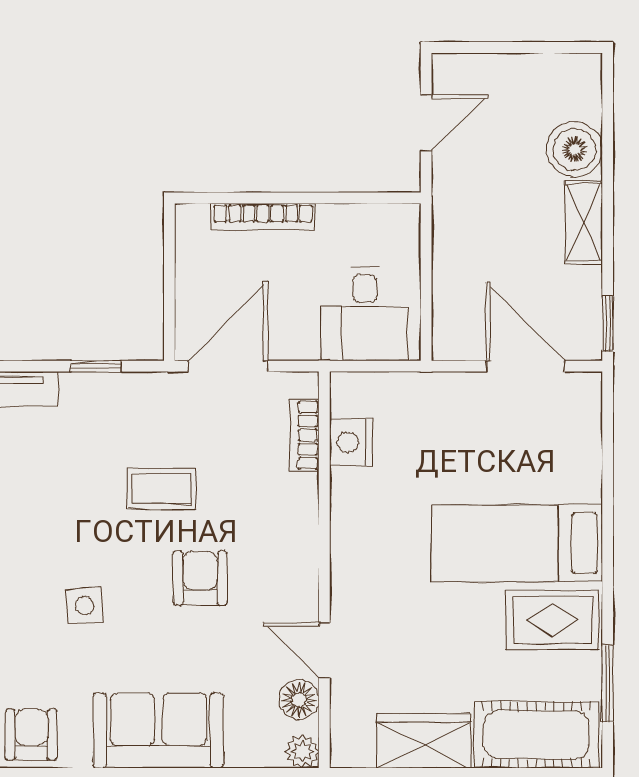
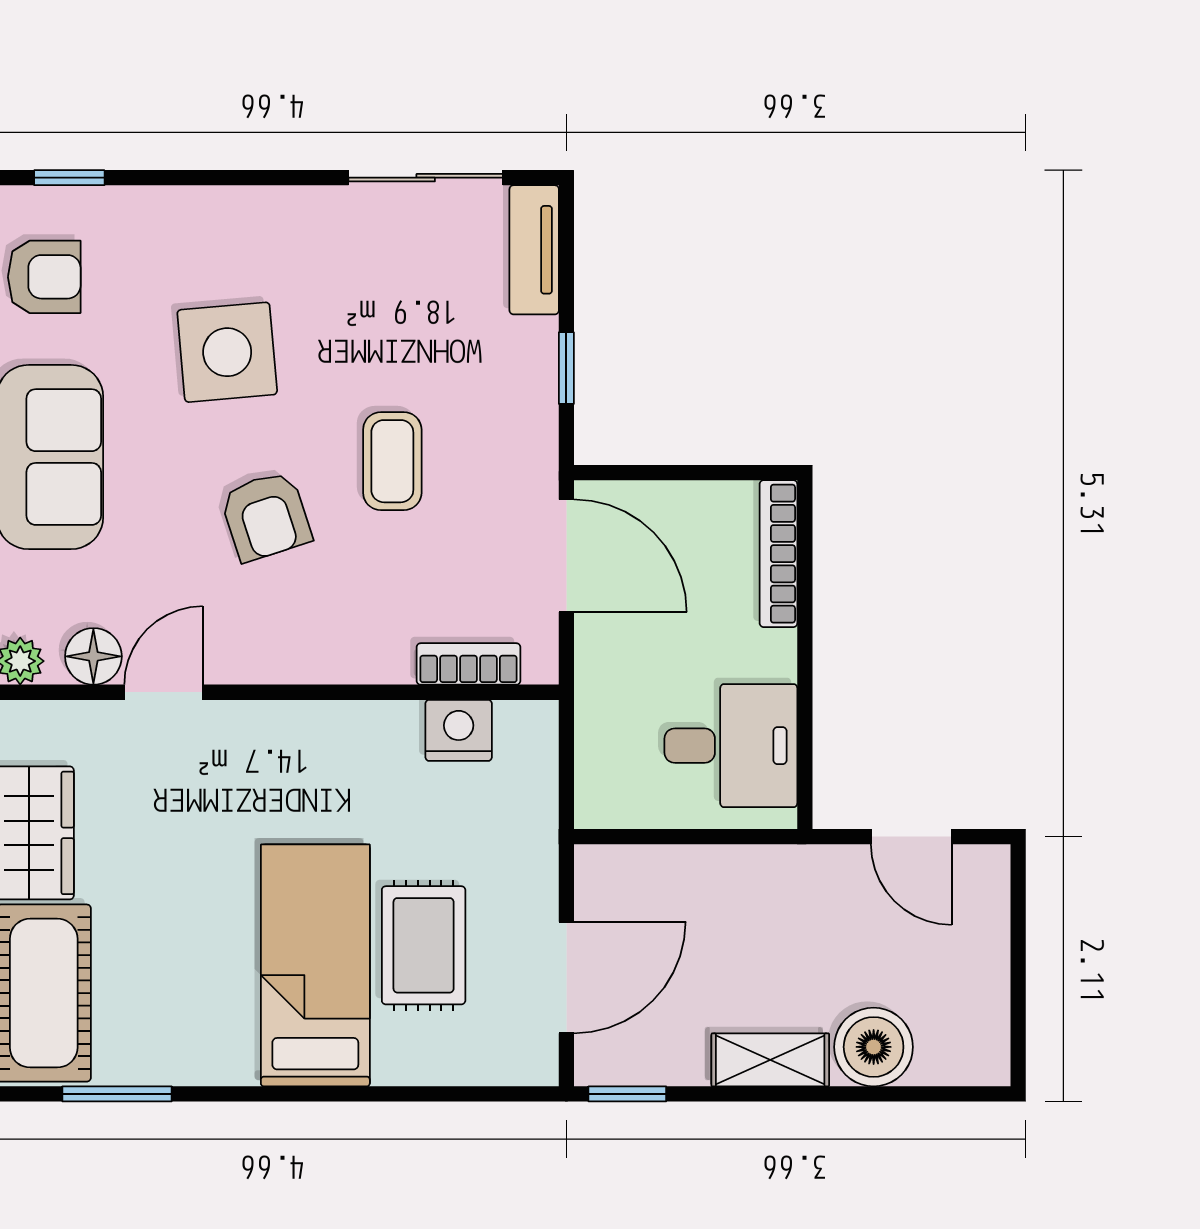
bookcase: (263, 217) -> (778, 554), moved
desk: (365, 314) -> (731, 746), moved, turned 180
armchair: (200, 578) -> (266, 516), turned 72
side table: (84, 605) -> (227, 352), width x1.87, depth x1.87
rug: (552, 620) -> (424, 945), moved

